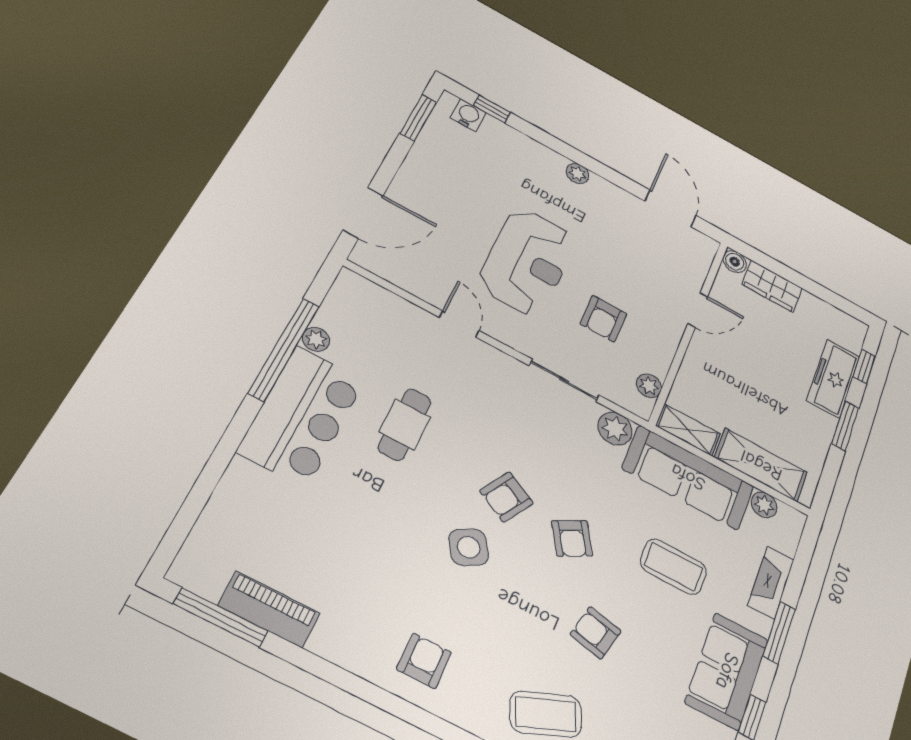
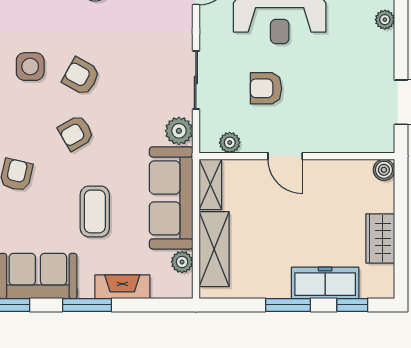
wardrobe: (772, 286) -> (380, 238), moved
door: (698, 310) -> (285, 156), moved
side table: (469, 547) -> (30, 67), turned 31

